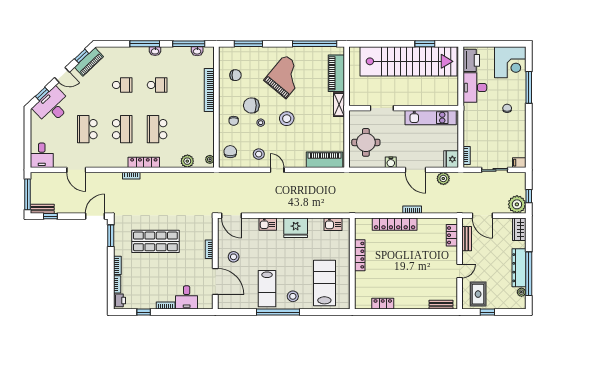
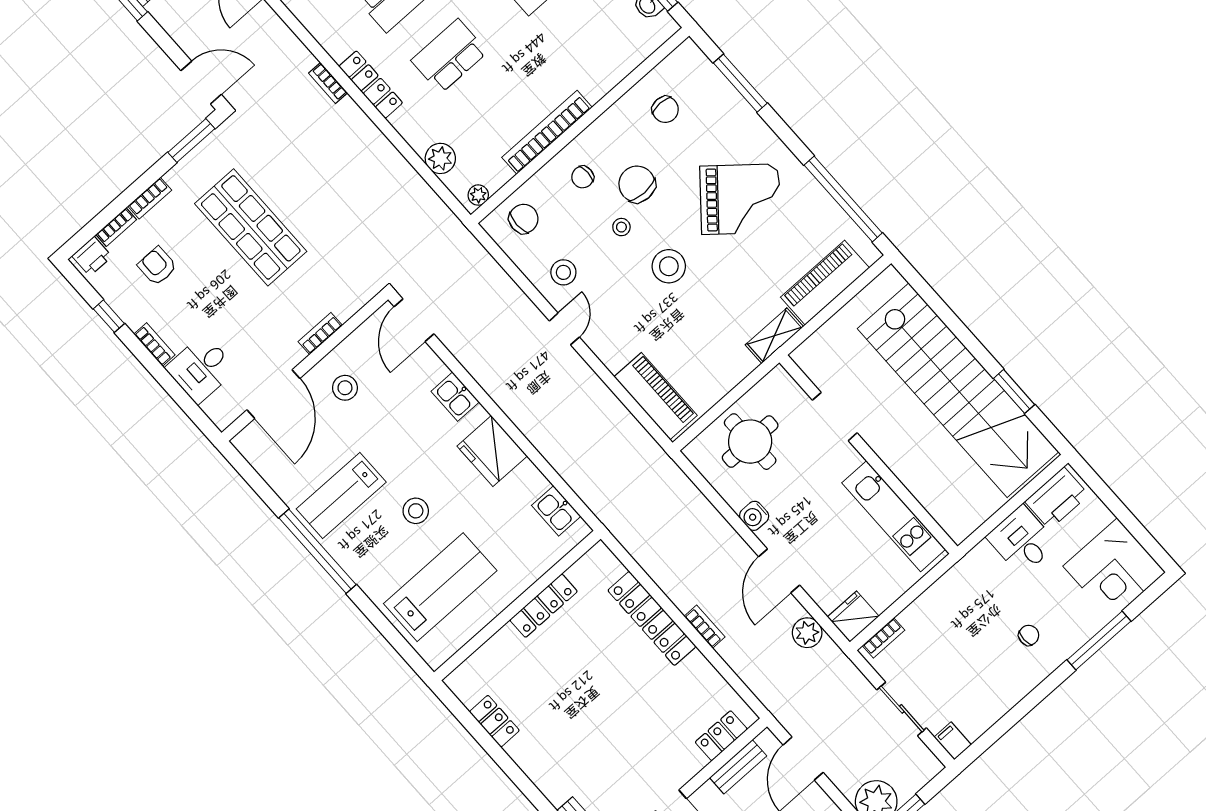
desk: (475, 88) -> (1022, 540), width x0.73
bookcase: (209, 90) -> (547, 132), moved
armchair: (141, 282) -> (157, 266), added
stool: (293, 296) -> (416, 511), moved

